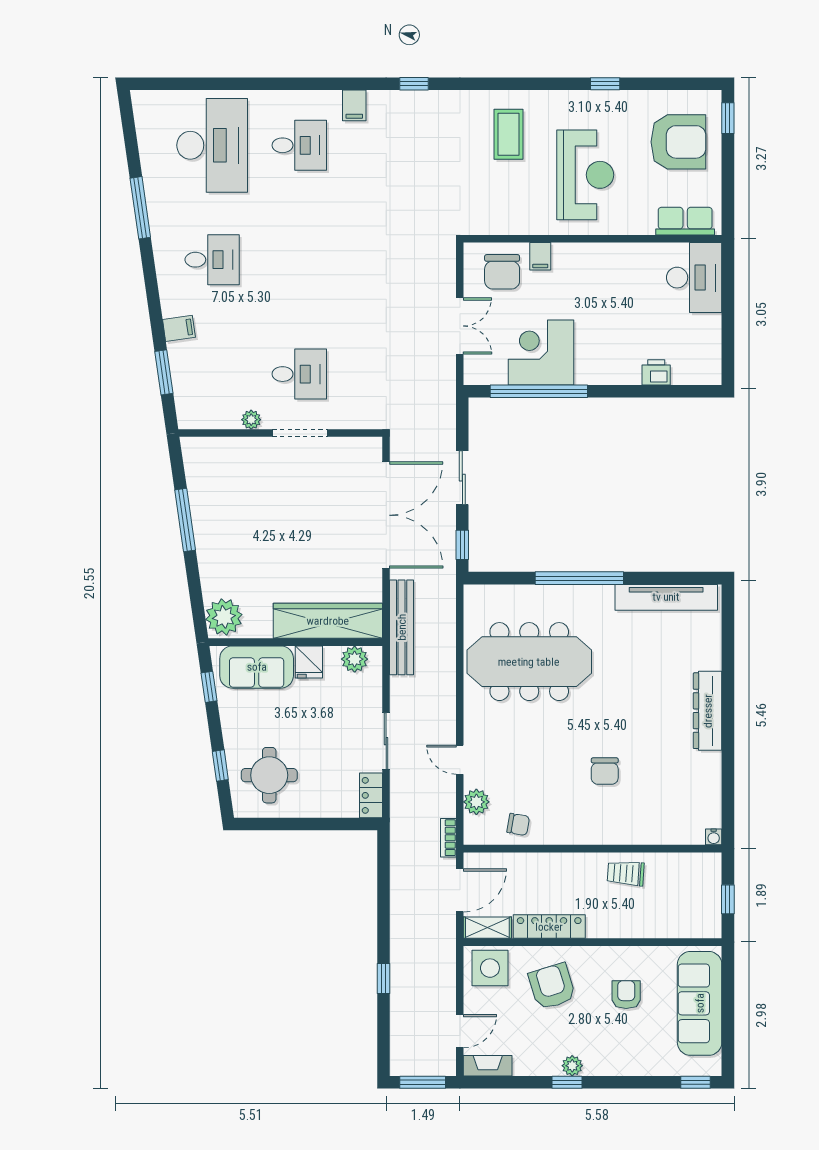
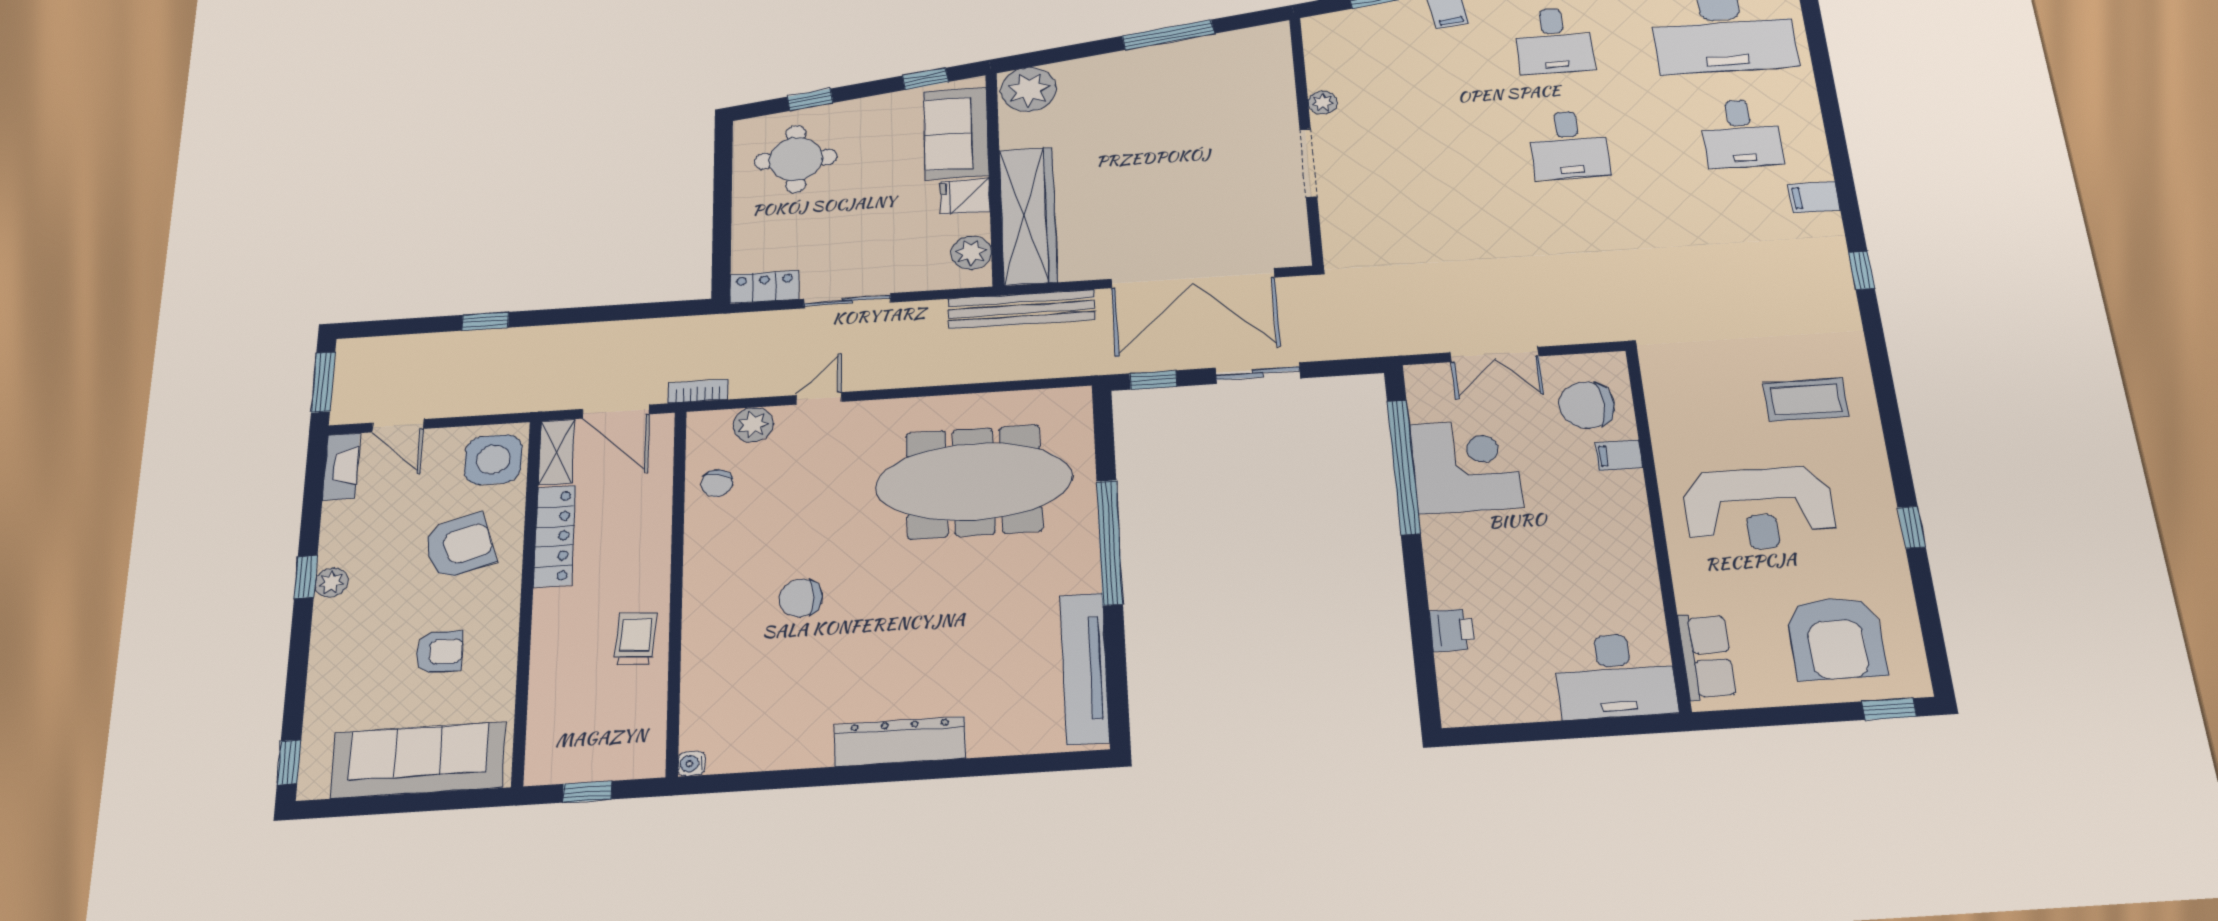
desk: (299, 374) -> (1569, 145), moved
meeting table: (529, 662) -> (974, 482), turned 90

